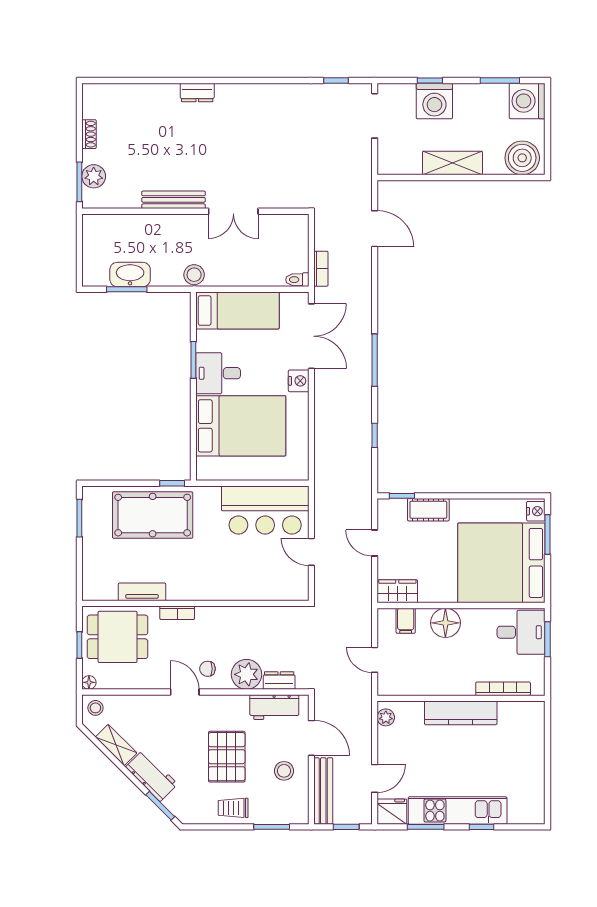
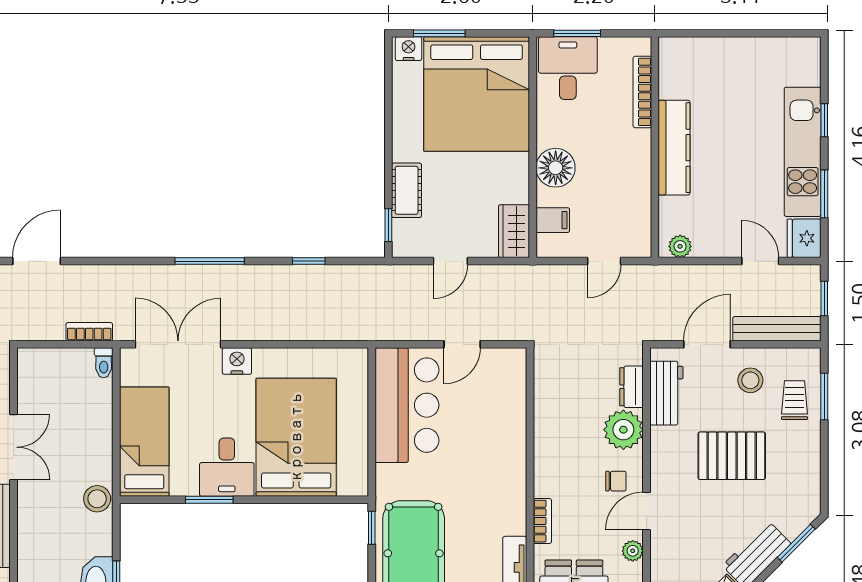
chair: (207, 669) -> (616, 481), turned -90
plant: (155, 681) -> (633, 551), added
trolley: (233, 808) -> (795, 400), moved, turned 180

